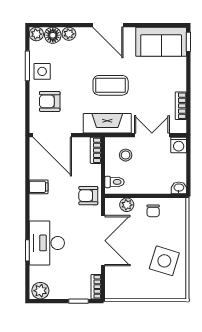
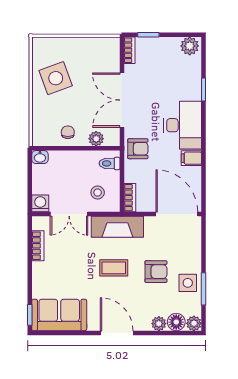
coffee table: (111, 85) -> (114, 268), width x0.73, depth x0.77
armchair: (50, 101) -> (156, 272), moved
desk: (47, 243) -> (183, 125), moved
side table: (164, 261) -> (56, 78), turned -37

